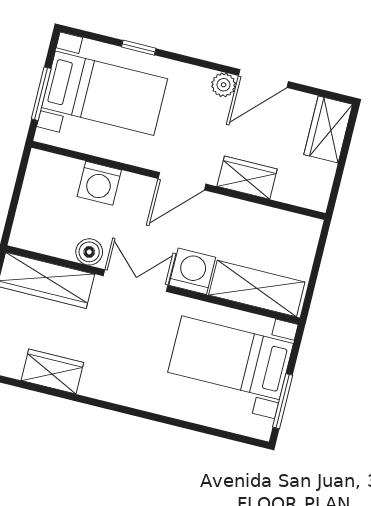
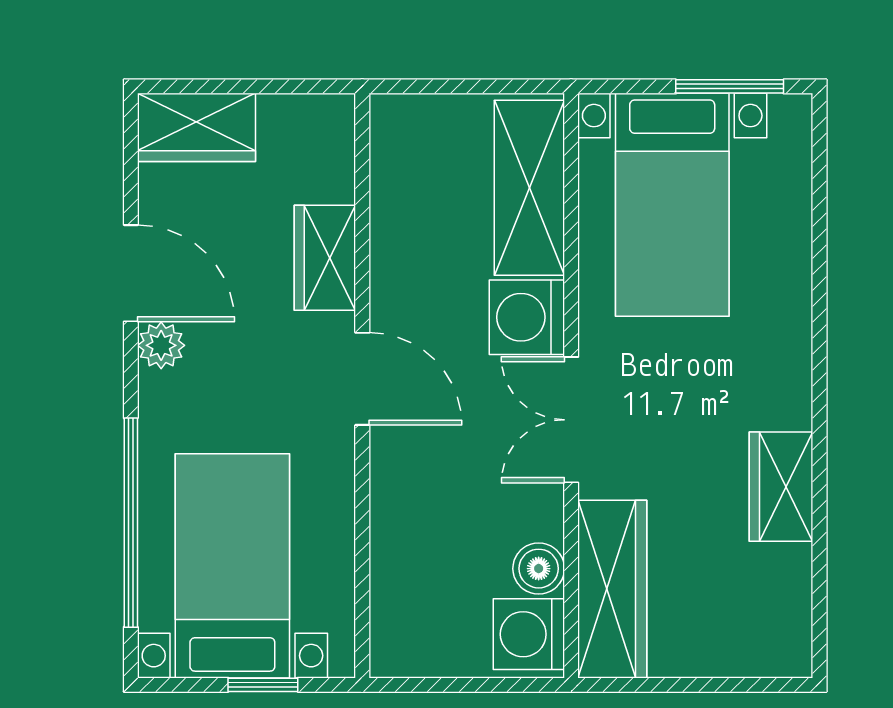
window: (139, 48) -> (131, 523), width x3.17
window: (41, 94) -> (263, 685), width x0.67
washing machine: (99, 183) -> (529, 634), moved, turned 180
boiler: (89, 252) -> (539, 569), moved
wardrobe: (52, 371) -> (781, 487), moved

